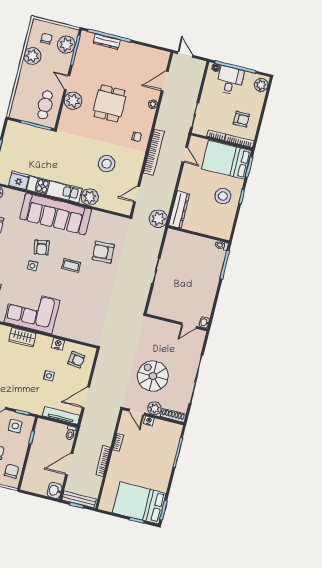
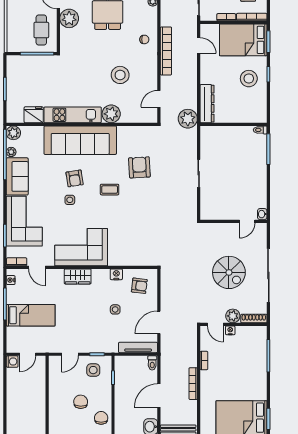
armchair: (103, 252) -> (139, 167), turned 90
spiral stairs: (153, 376) -> (229, 272), moved, turned 180

